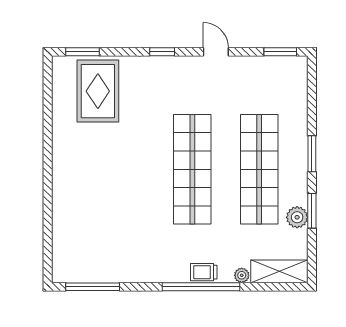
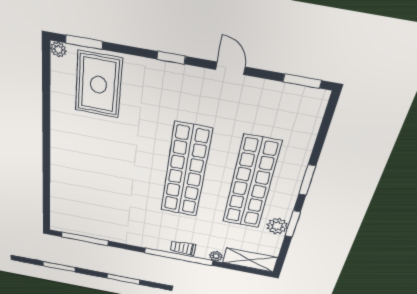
plant: (59, 63) -> (58, 49), added

